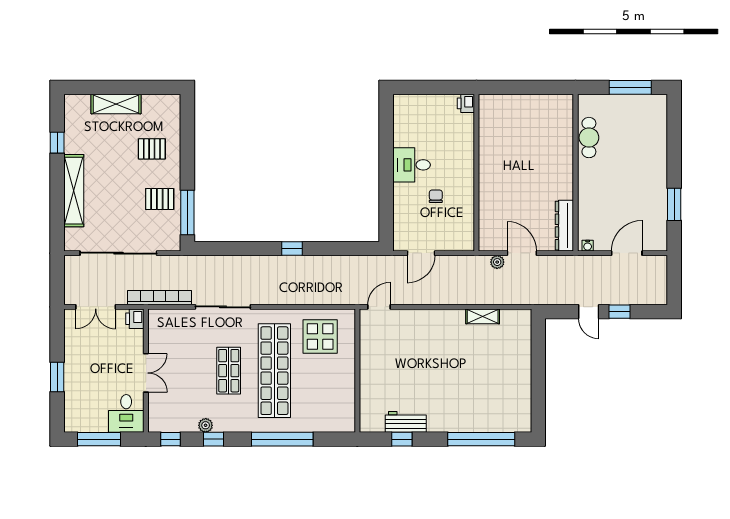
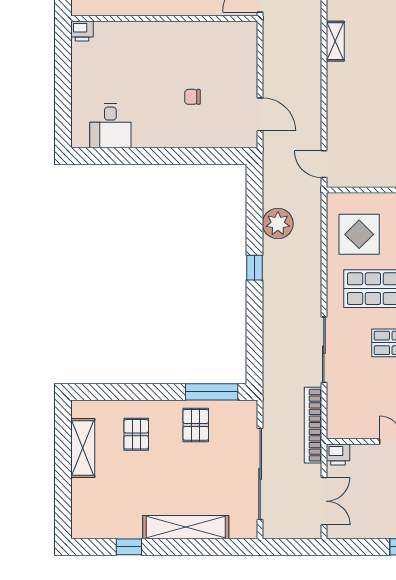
printer: (466, 103) -> (82, 31), moved
shelving: (116, 104) -> (83, 448), moved
desk: (412, 165) -> (110, 126), moved
wall: (476, 173) -> (164, 19), moved
plant: (497, 262) -> (278, 224), moved, width x1.87, depth x1.87

